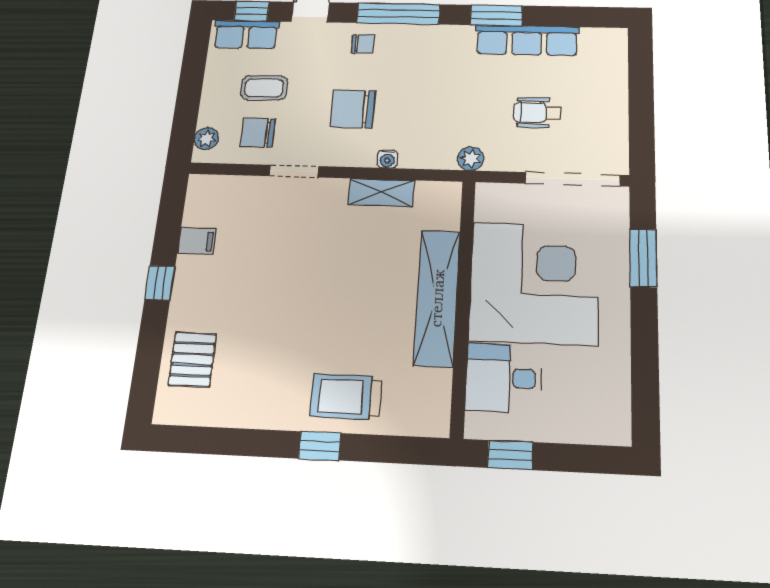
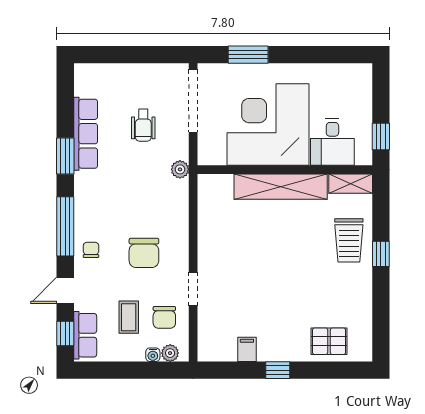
water cooler: (387, 159) -> (153, 355), moved, turned 90
shelving: (381, 192) -> (351, 184), moved, turned 90

